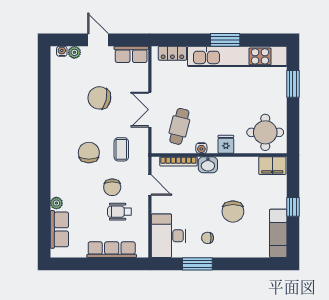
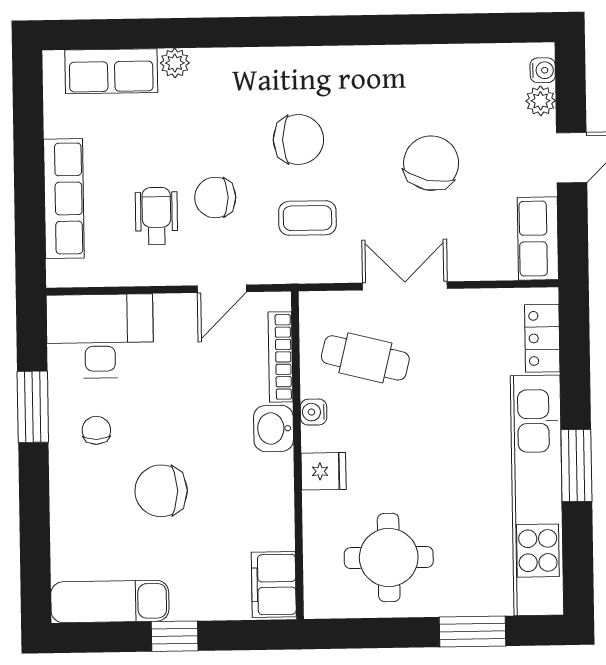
round table: (265, 132) -> (389, 557), moved

